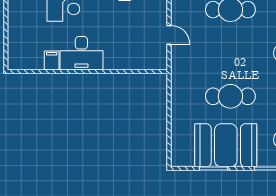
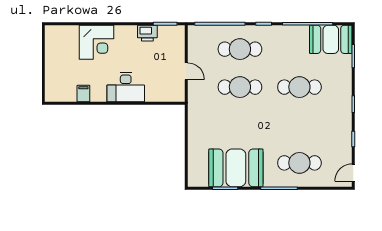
desk: (81, 53) -> (126, 87), moved
cafe table: (230, 96) -> (240, 87), moved

